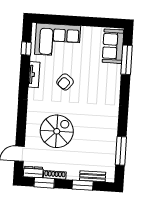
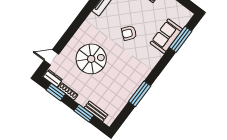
sofa: (113, 46) -> (166, 36), moved
armchair: (65, 82) -> (129, 33), moved
window: (121, 151) -> (140, 94), moved

